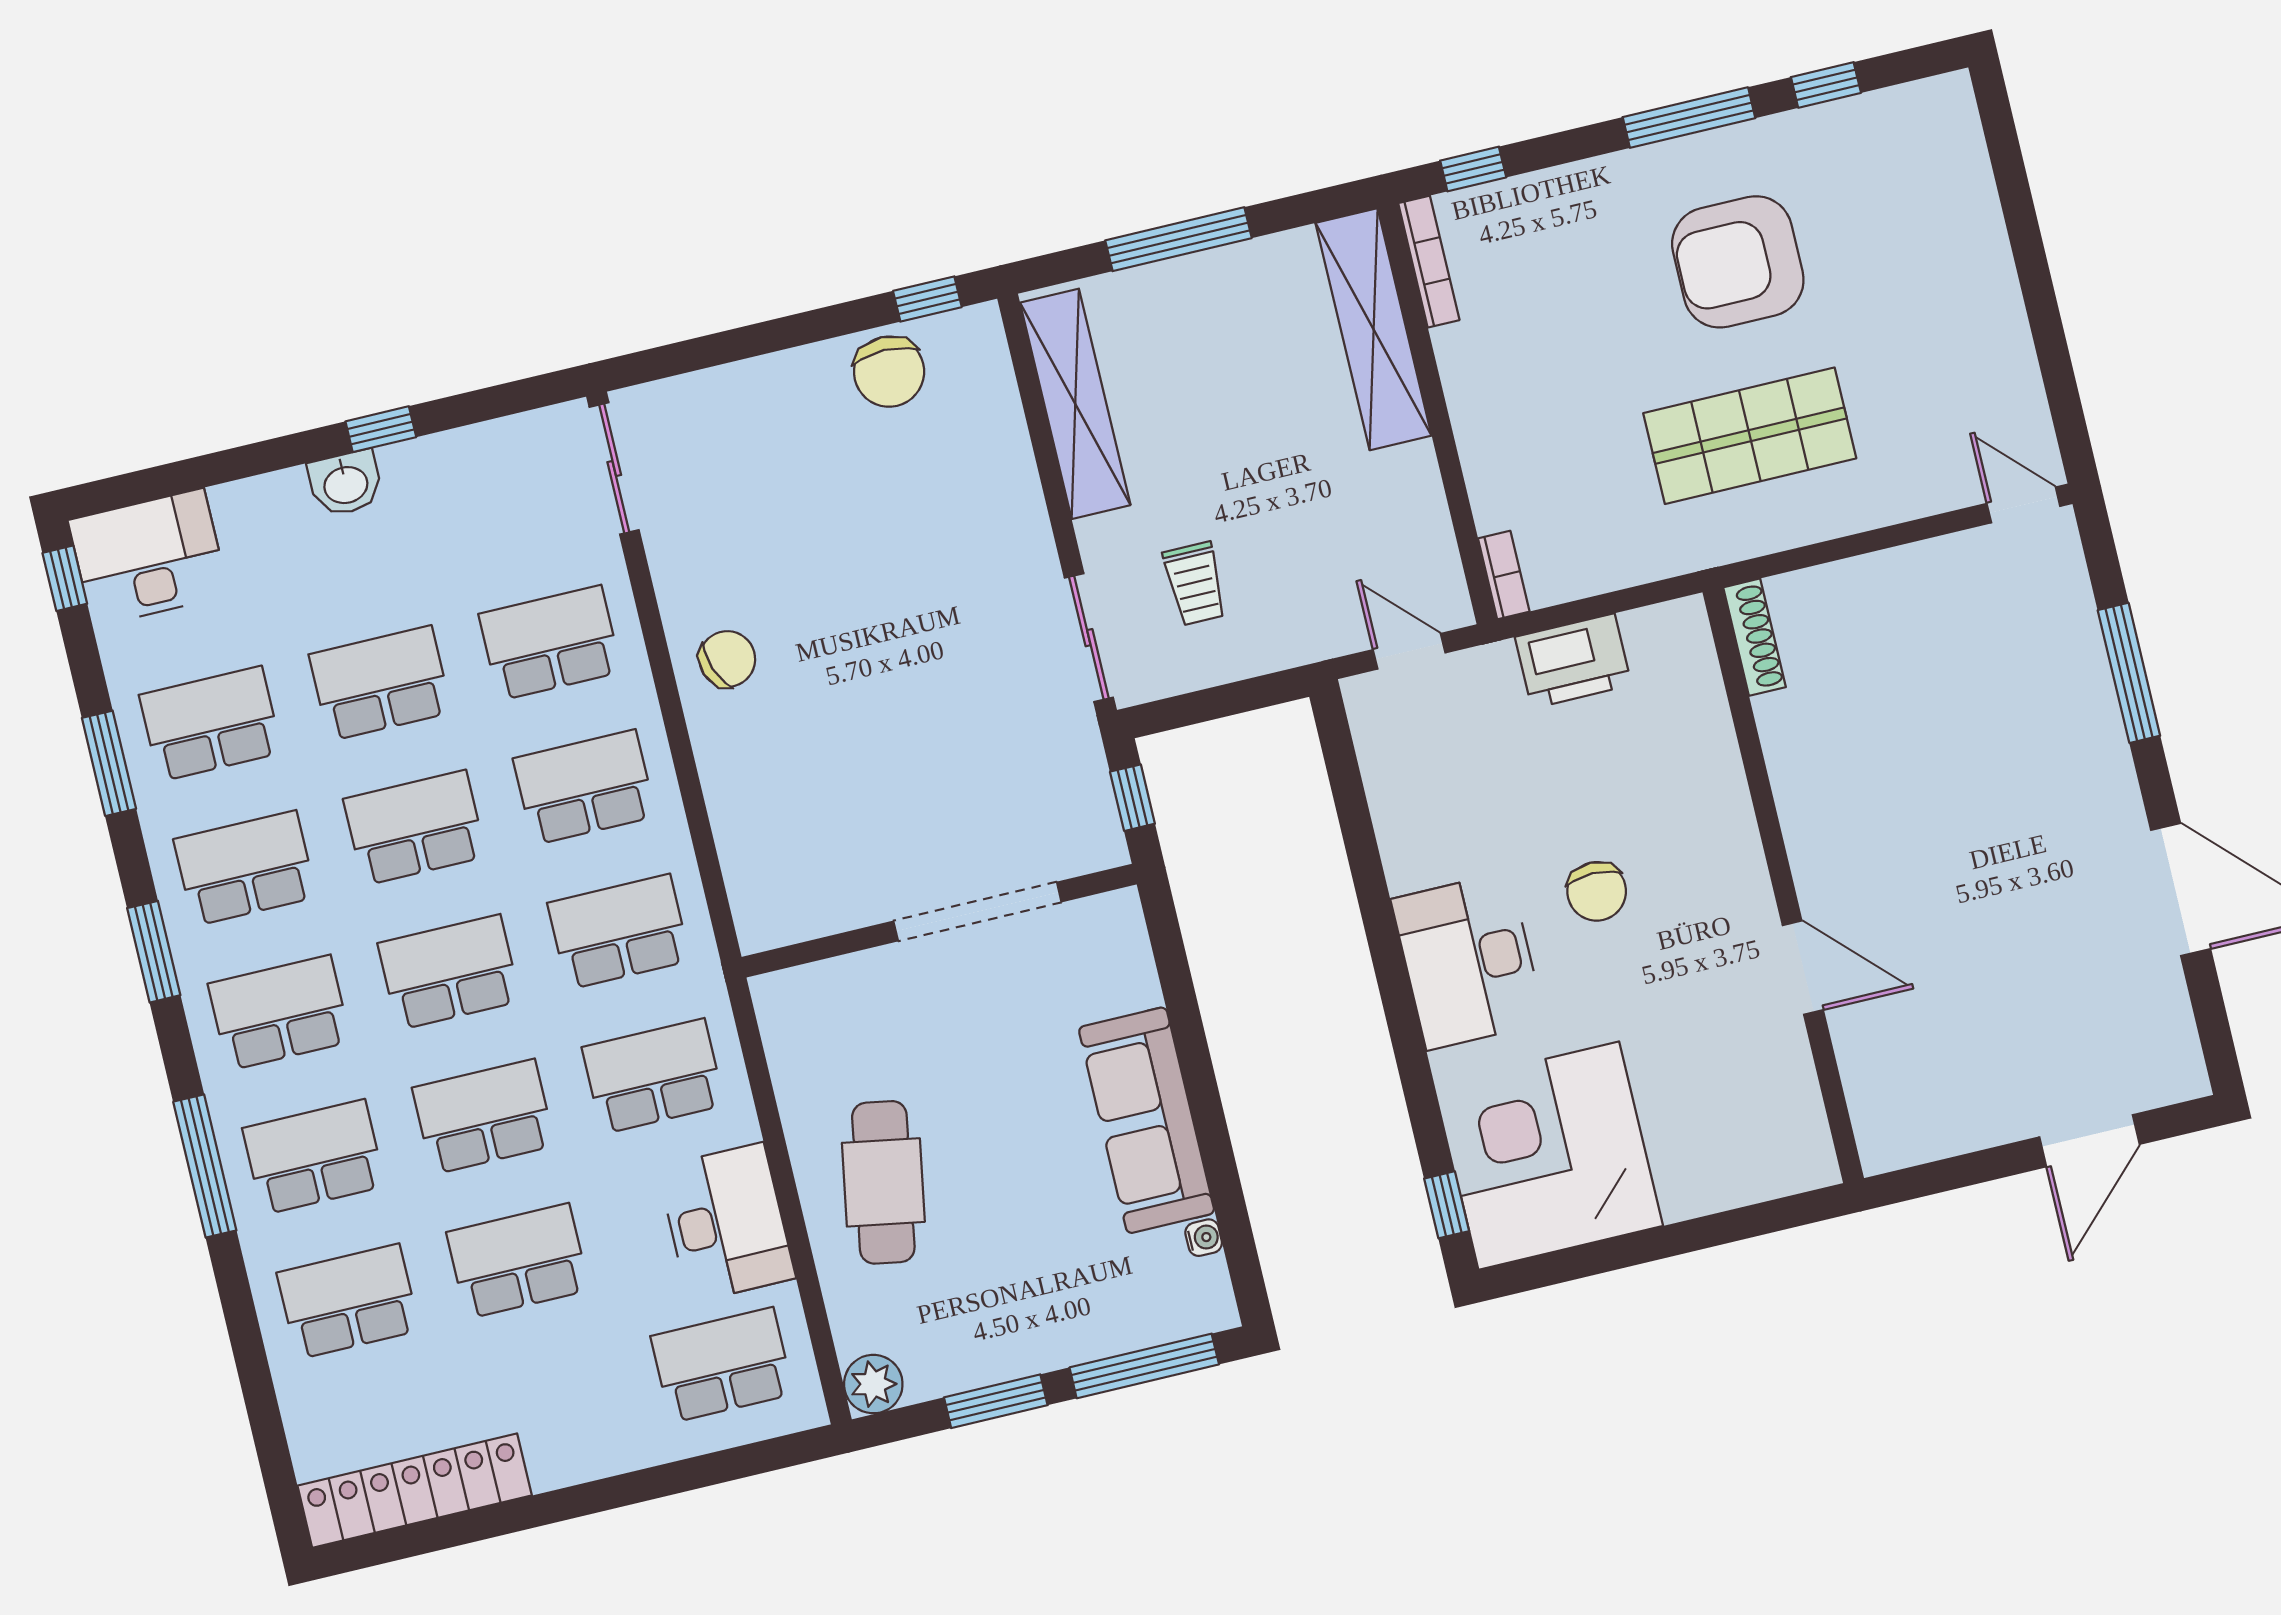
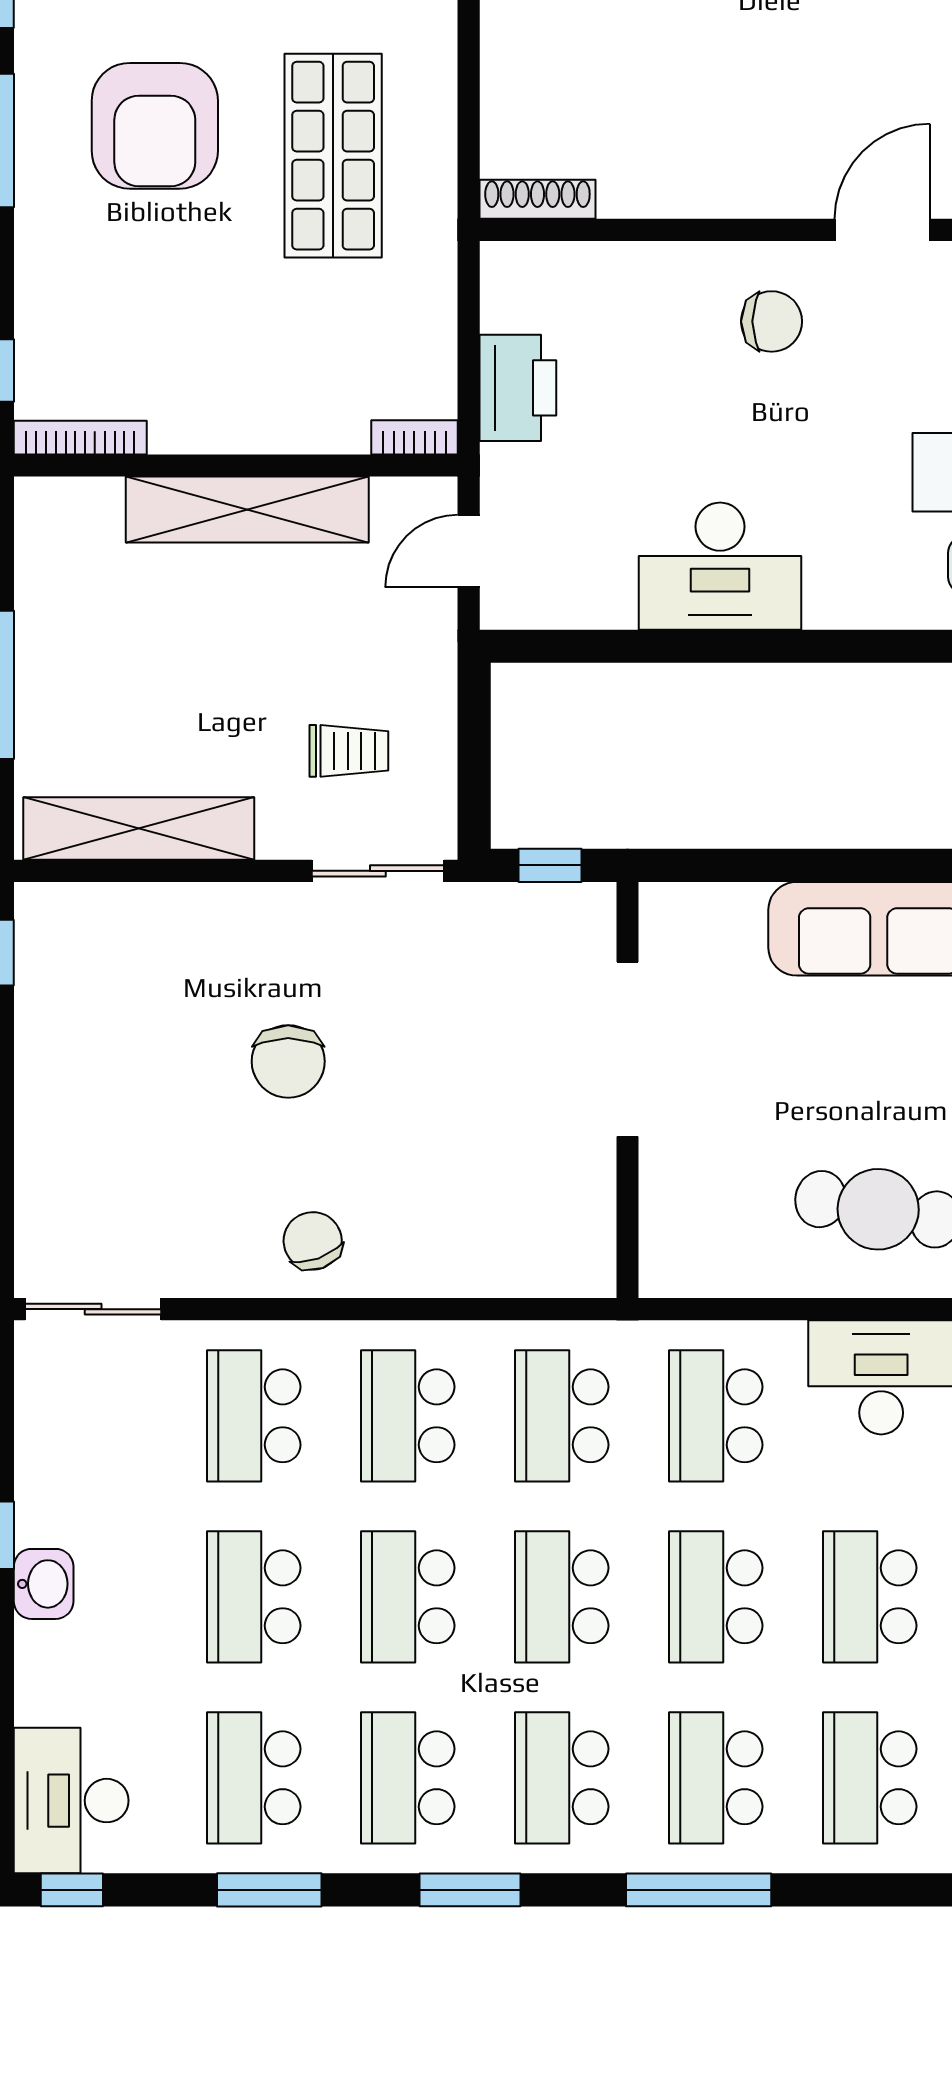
shelving: (1374, 329) -> (247, 510), moved
chair: (889, 372) -> (288, 1061), moved, turned 90
chair: (1597, 891) -> (772, 321), moved
desk: (1468, 961) -> (720, 566), moved

